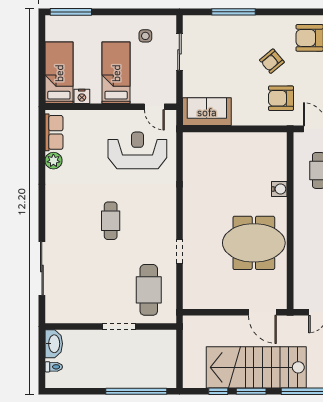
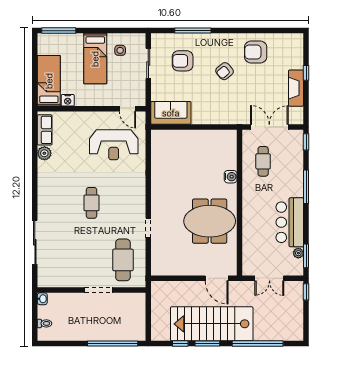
bed: (116, 73) -> (95, 59), moved, turned 180
armchair: (281, 98) -> (183, 61), moved
reception desk: (137, 150) -> (114, 145), turned 180
washbasin: (54, 344) -> (42, 299), width x0.52, depth x0.69

